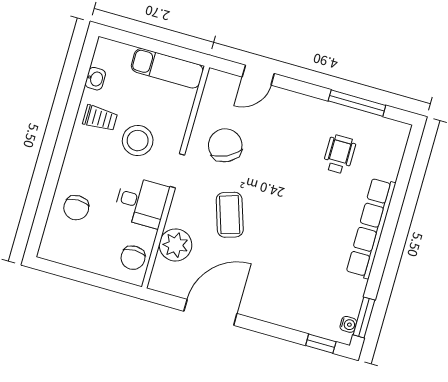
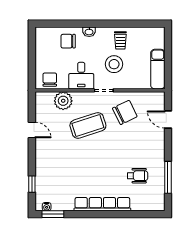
washbasin: (95, 79) -> (89, 32), moved
coffee table: (230, 215) -> (88, 125), width x1.36, depth x1.32
chair: (133, 258) -> (50, 80), turned 90
door: (210, 312) -> (32, 130), width x0.53
window: (321, 344) -> (32, 184), moved

